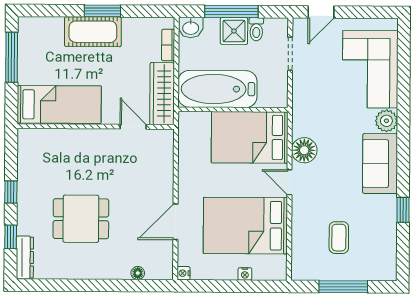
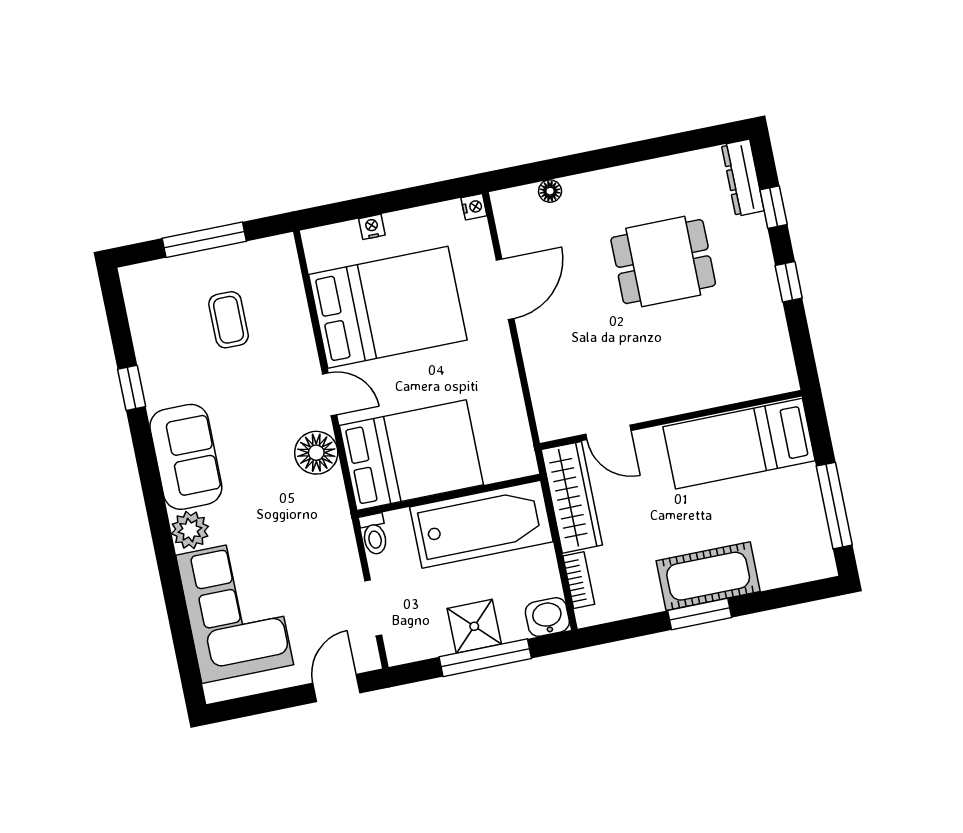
toilet: (256, 29) -> (374, 534), moved, turned 180

